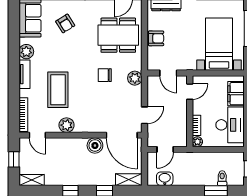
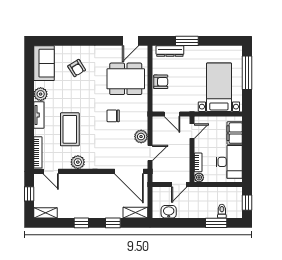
plant: (135, 78) -> (141, 137), moved
boiler: (95, 145) -> (104, 181), removed
door: (165, 149) -> (179, 185), moved

